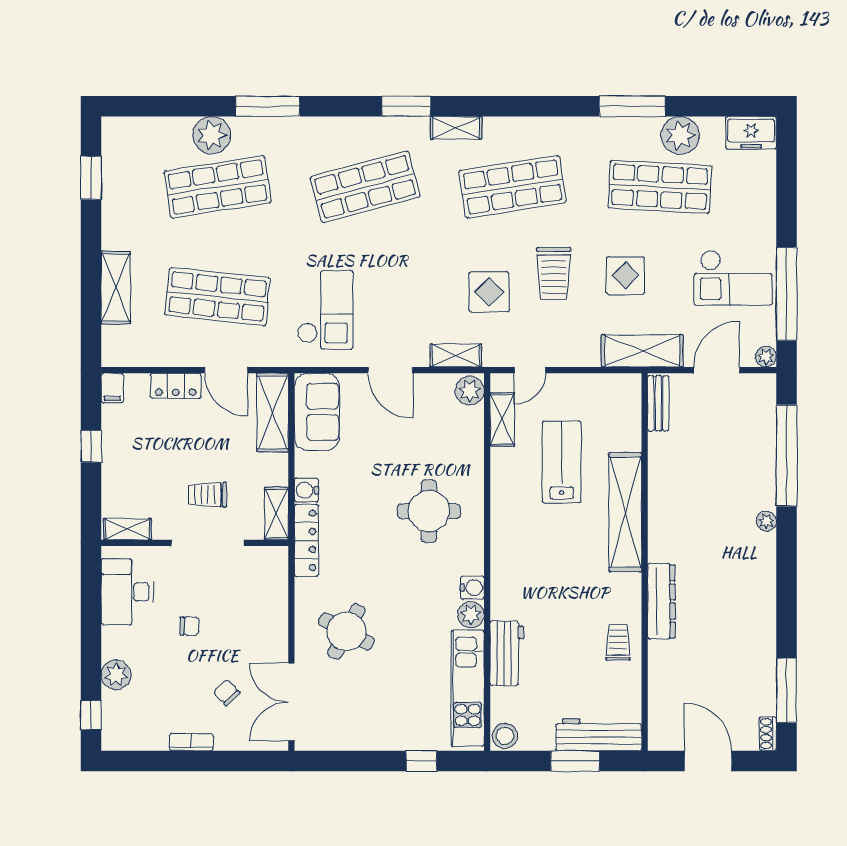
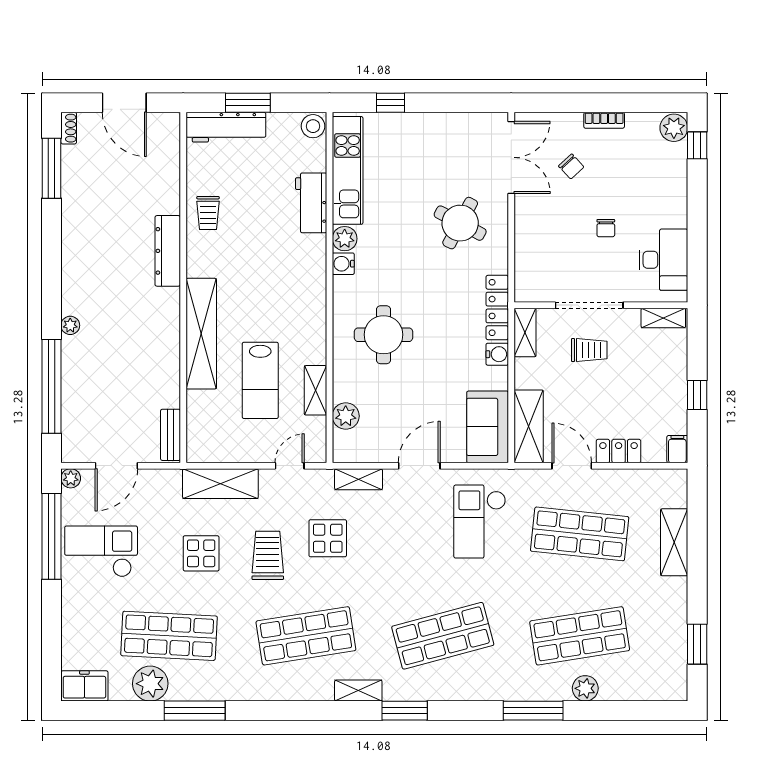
plant: (212, 135) -> (585, 688), width x0.73, depth x0.73
shelving: (642, 351) -> (220, 484), moved
door: (390, 370) -> (419, 466), hinge flipped
plant: (470, 391) -> (346, 416), moved
shelving: (502, 419) -> (315, 390), moved
chair: (189, 626) -> (606, 228), turned -90
plant: (116, 675) -> (674, 128), moved

